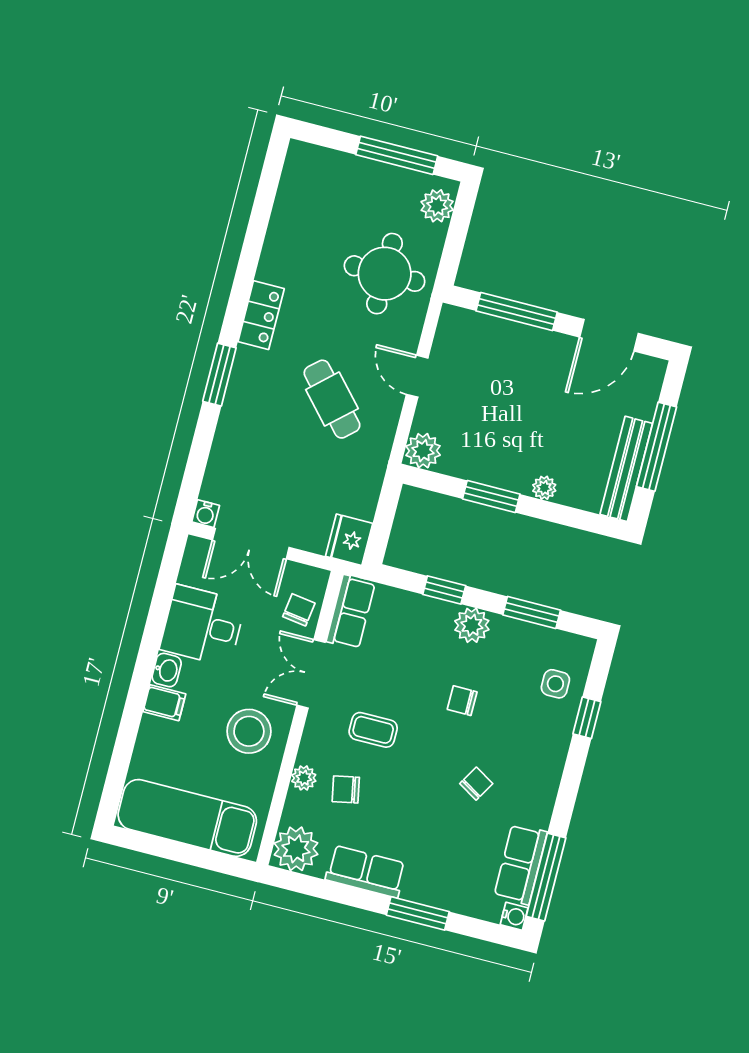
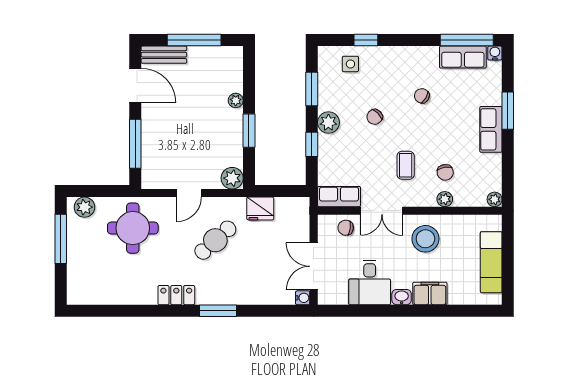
bench: (626, 469) -> (164, 55), moved, width x0.73
fridge: (349, 540) -> (260, 208), moved
double door: (251, 544) -> (314, 266), swing flipped
chair: (462, 701) -> (375, 117), turned 46
filing cabinet: (164, 703) -> (430, 293), width x2.00
exam couch: (187, 818) -> (491, 262), width x0.73, depth x0.69
plant: (296, 849) -> (495, 199), width x0.53, depth x0.53
row of seats: (366, 872) -> (491, 129), moved

